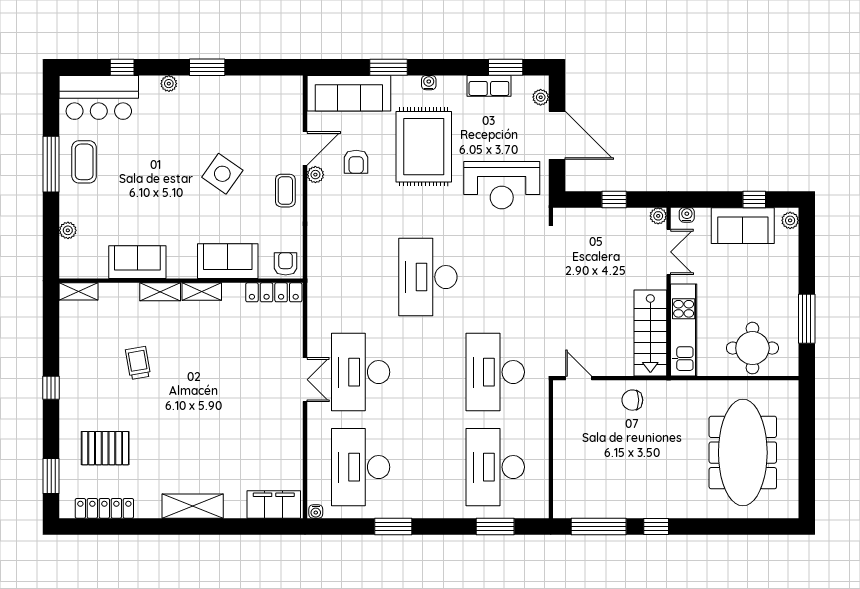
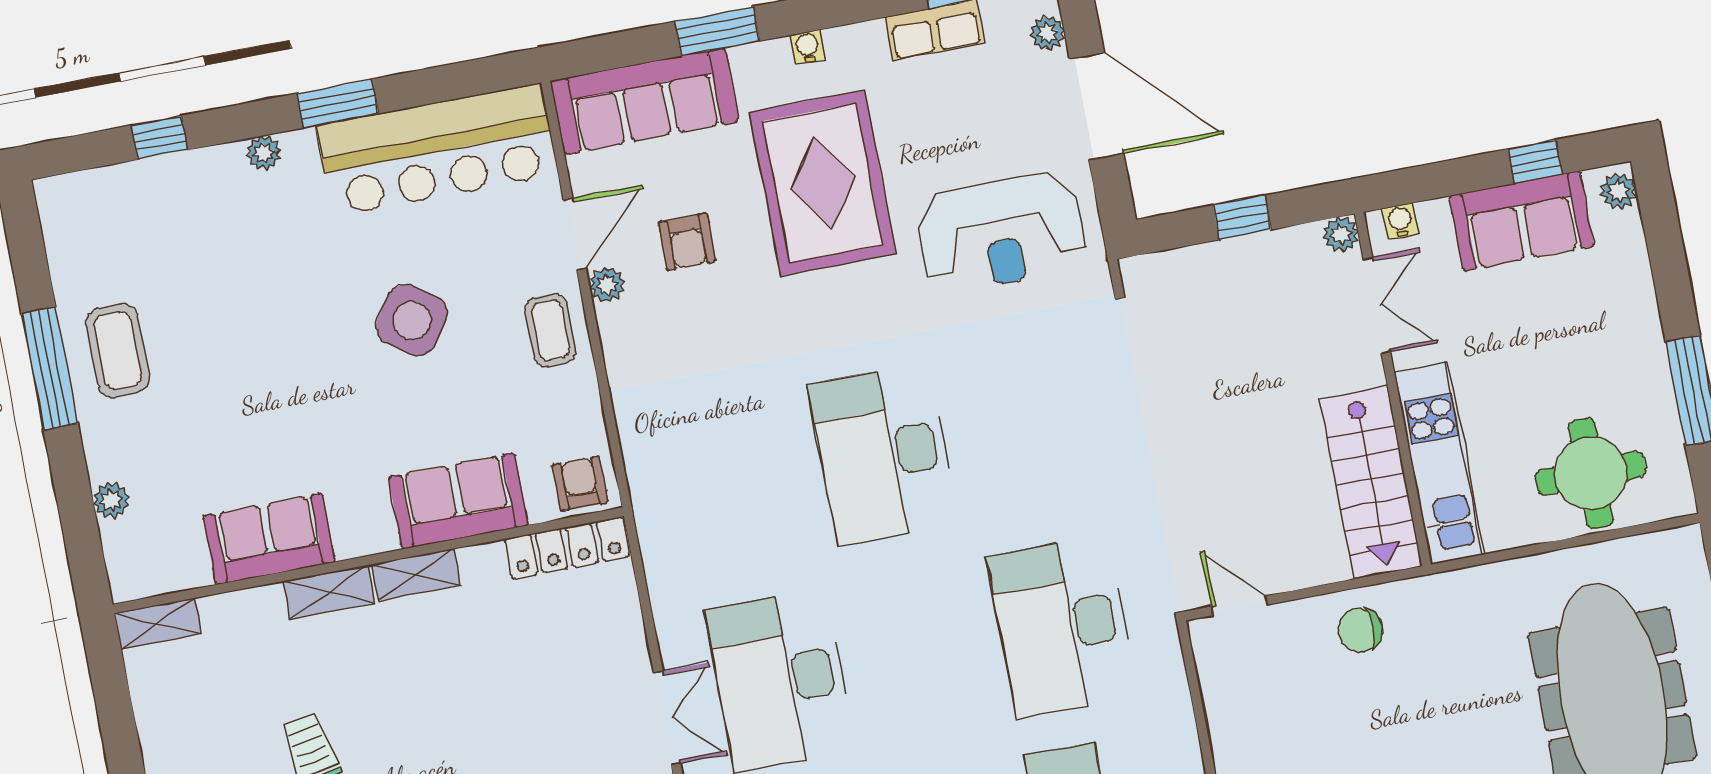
bar counter: (99, 97) -> (437, 150), moved, width x1.36

